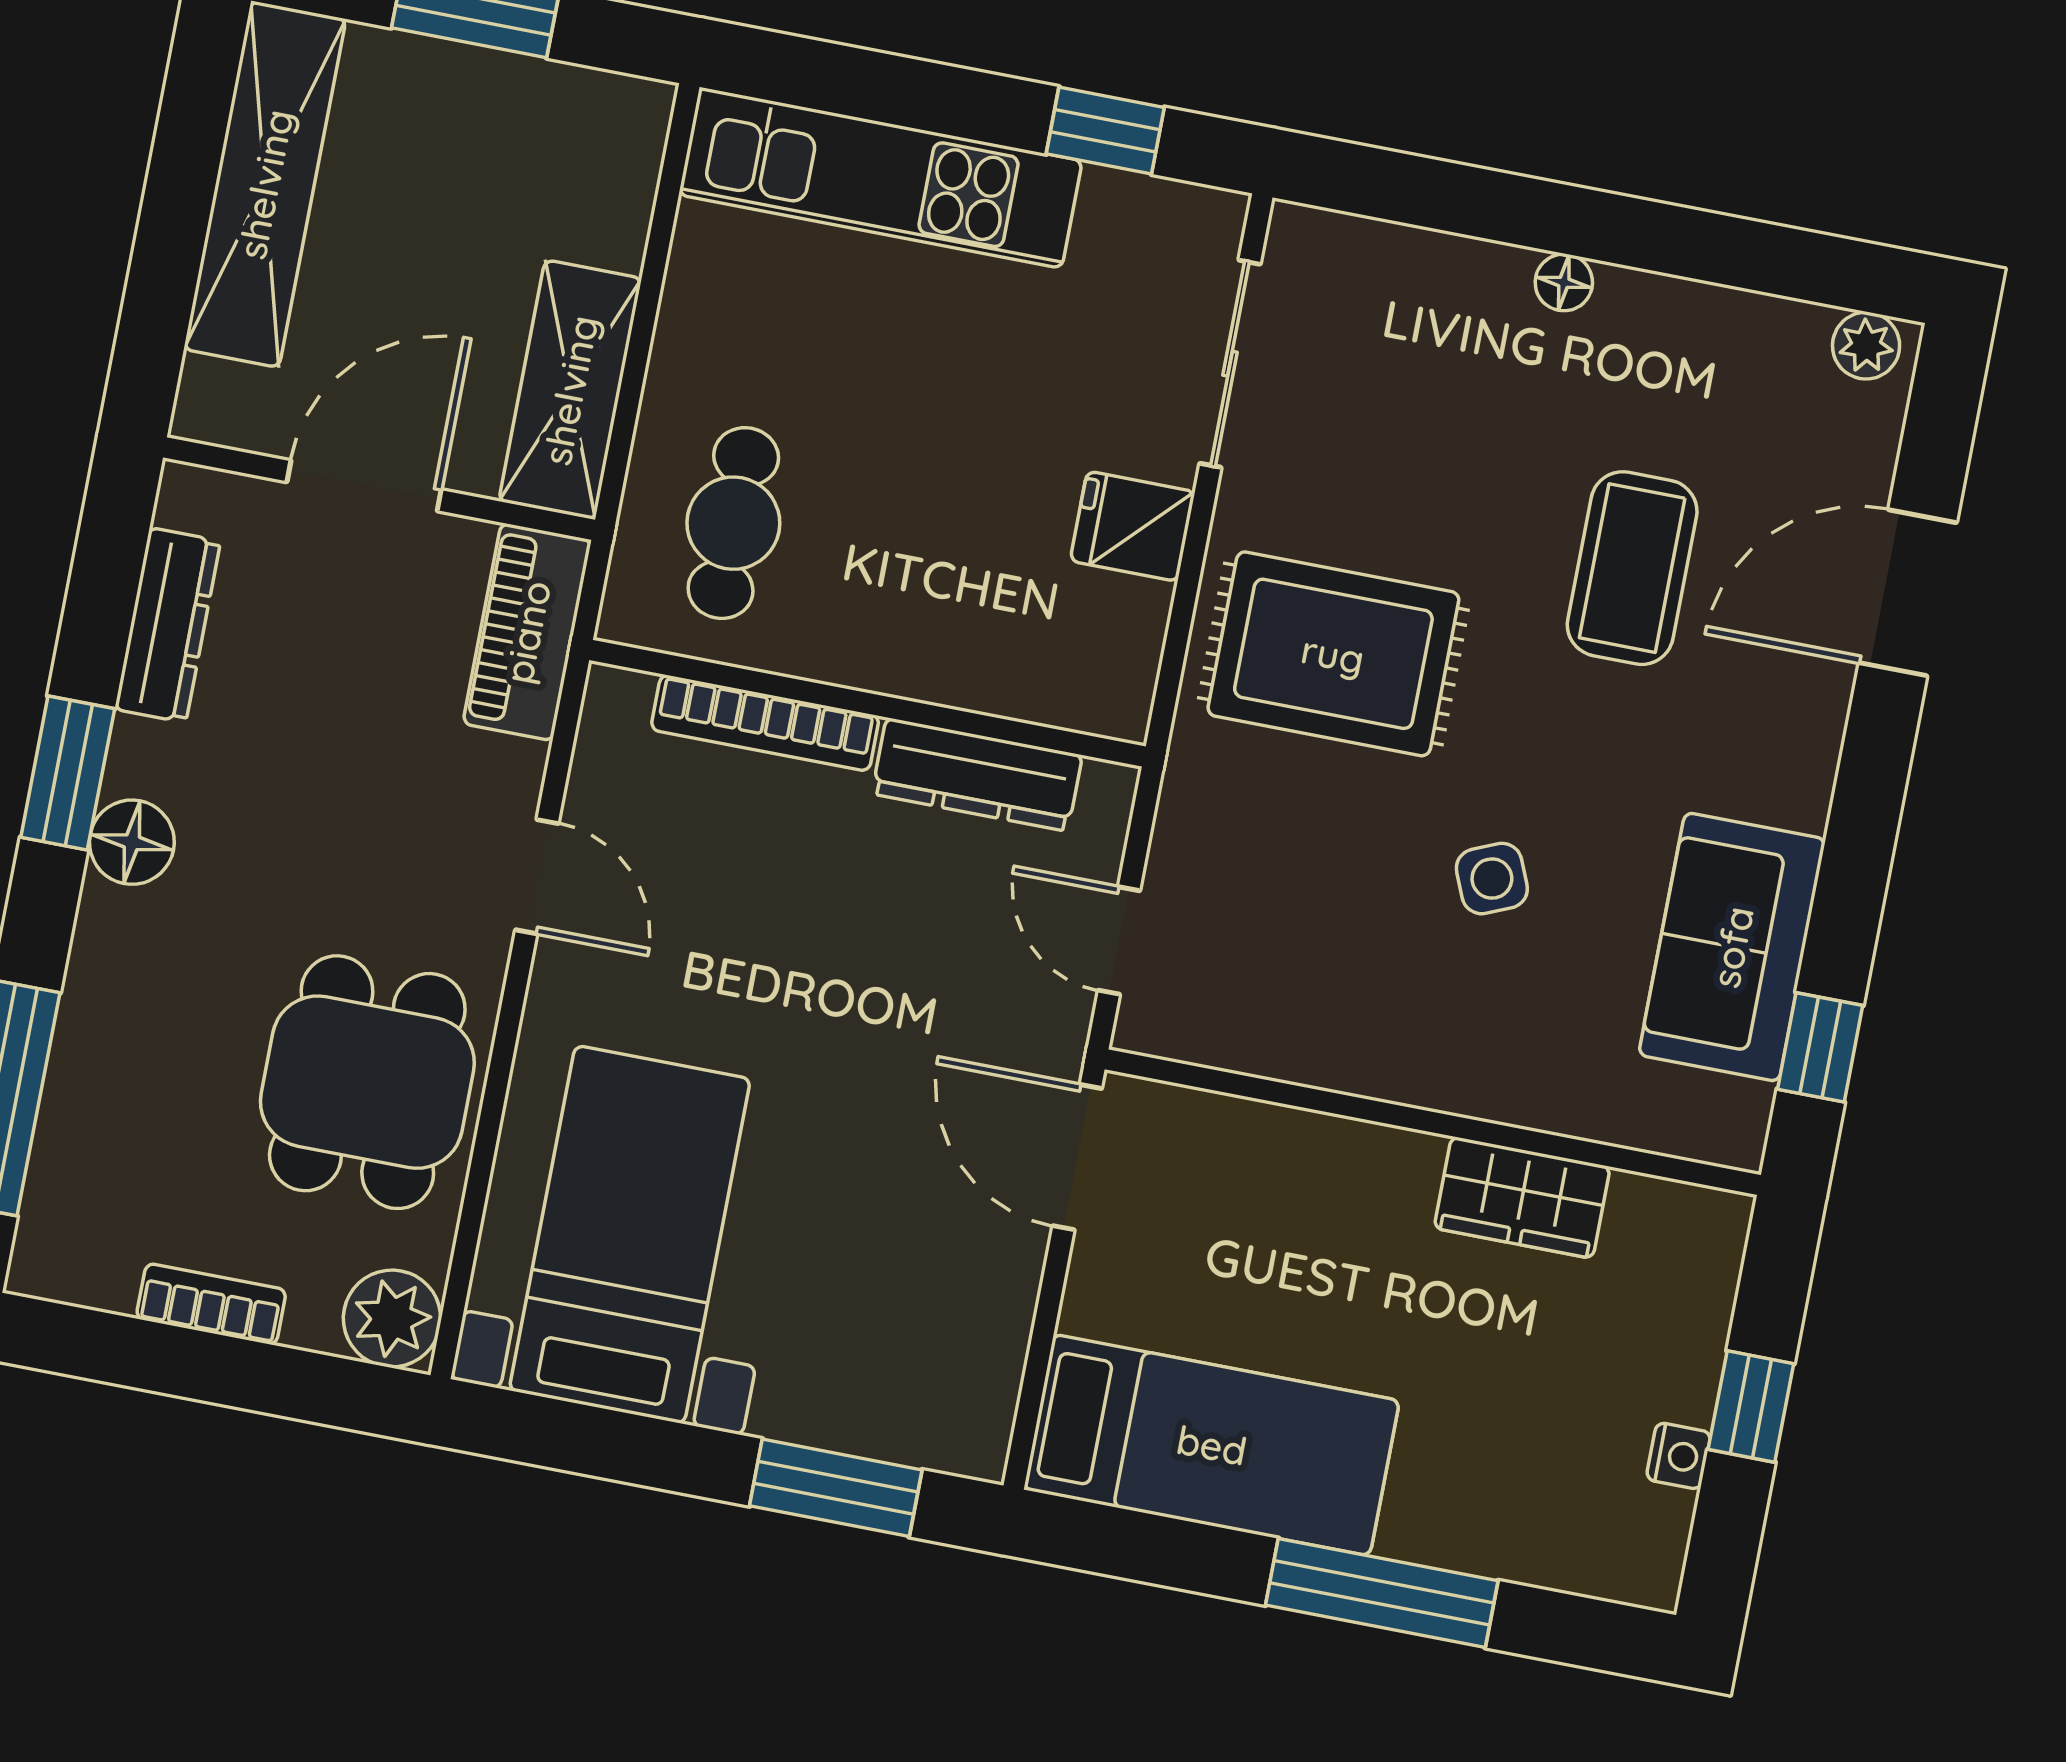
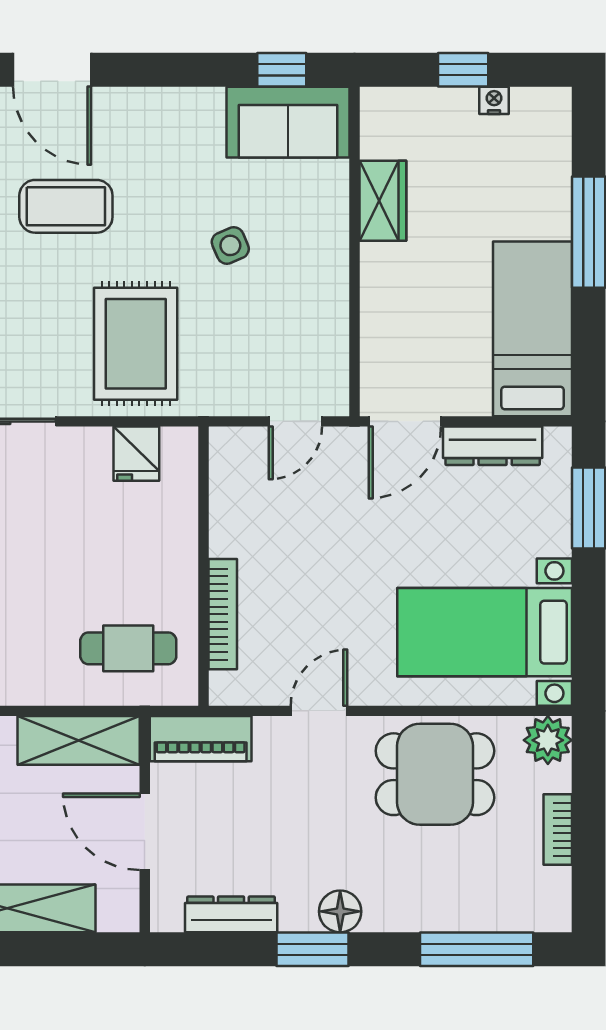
fridge: (1133, 526) -> (136, 454), moved
dresser: (977, 775) -> (493, 446), moved, turned 90
sofa: (1732, 947) -> (288, 122), moved

